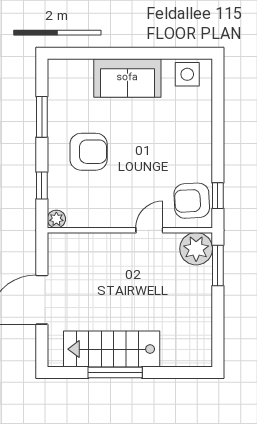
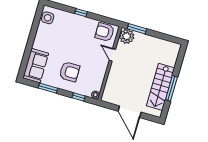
sofa: (127, 78) -> (36, 66), moved
armchair: (89, 152) -> (70, 72), turned 90
window: (218, 196) -> (81, 13), moved
armchair: (192, 201) -> (105, 32), turned 93

